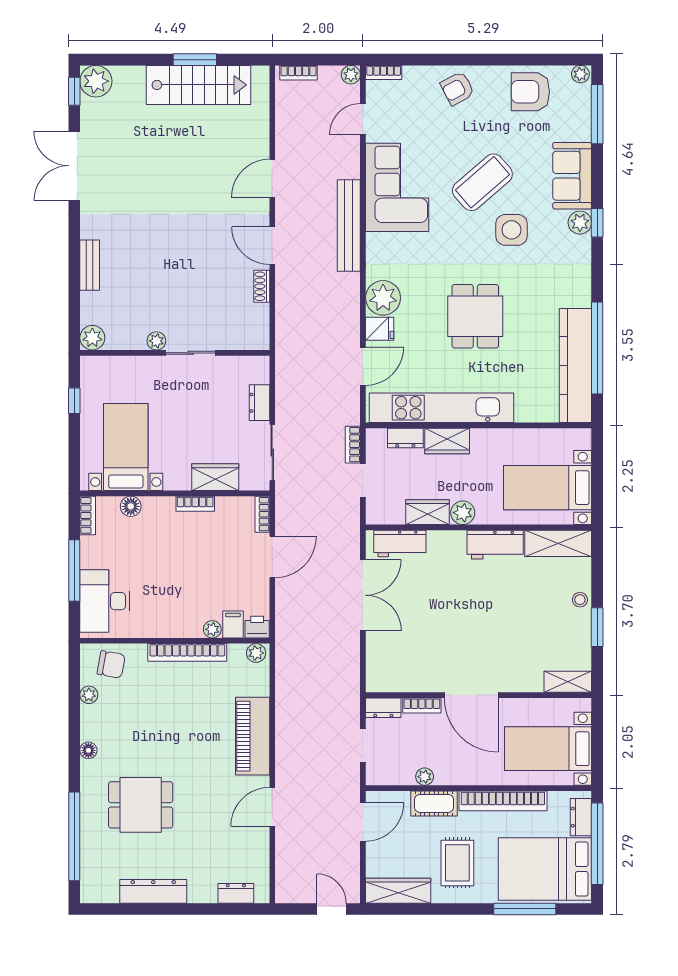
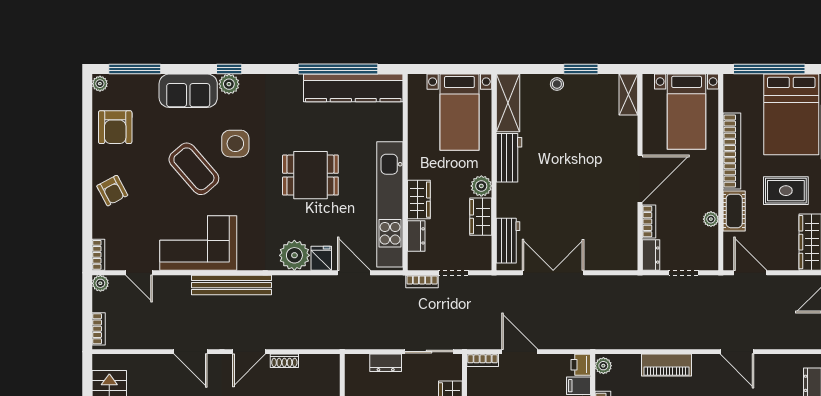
piano: (253, 736) -> (667, 365), width x0.73, depth x0.75
dresser: (581, 817) -> (746, 83), removed

